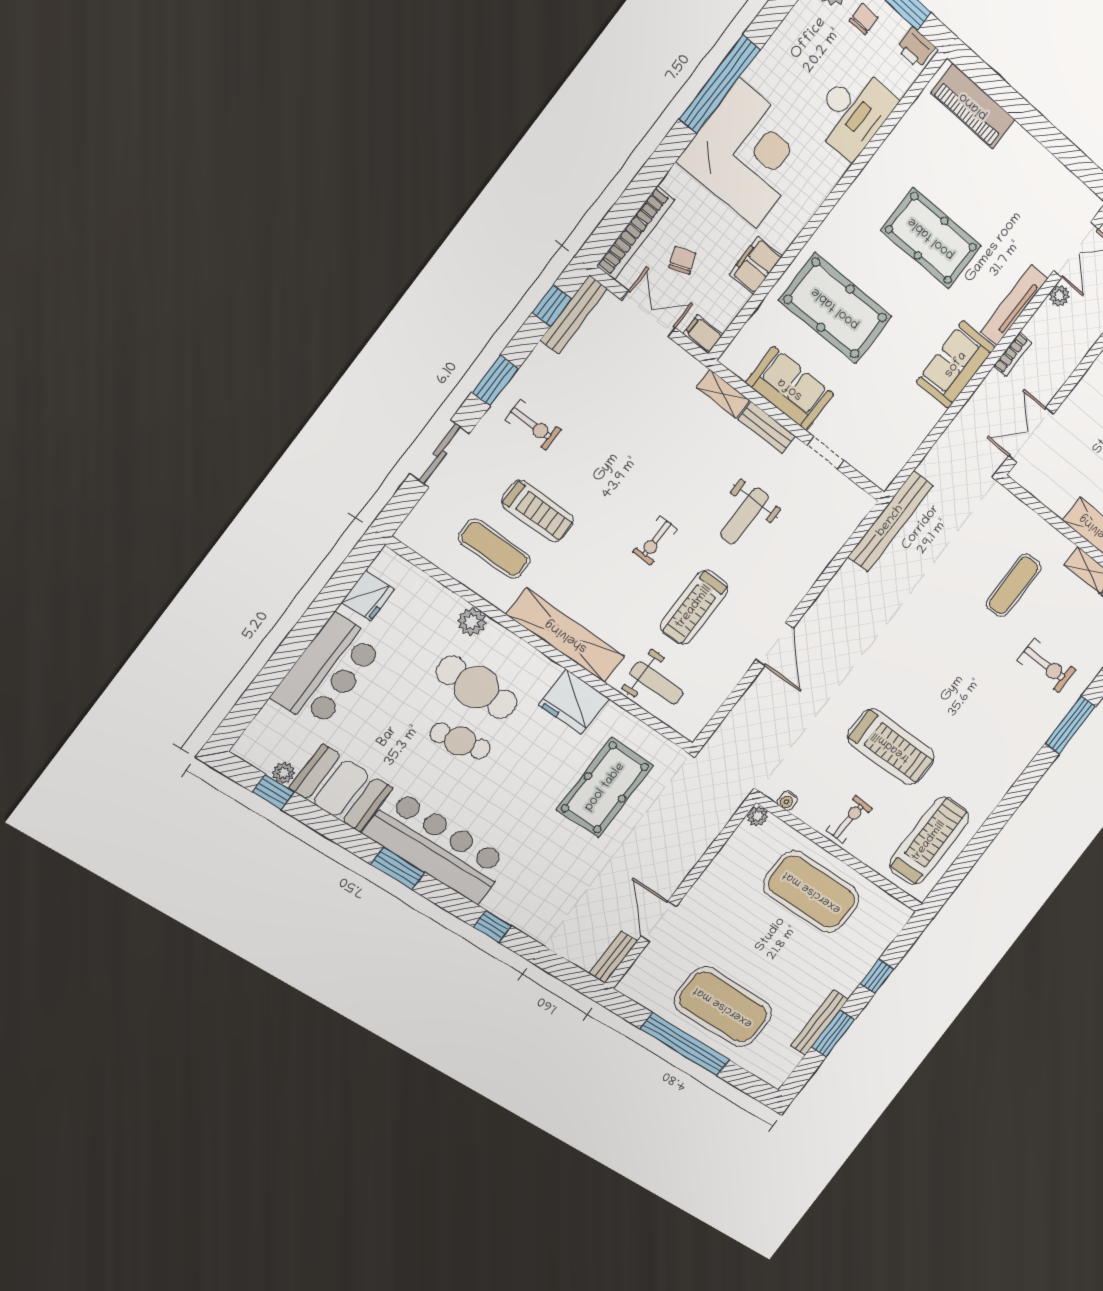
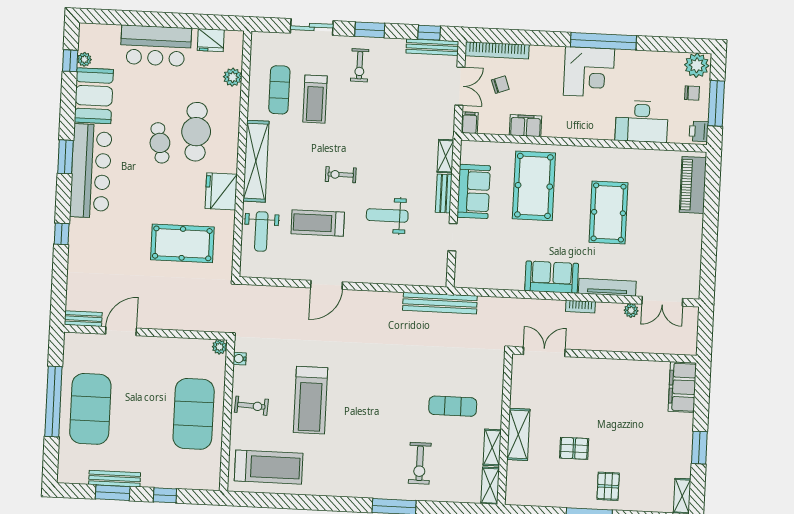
corner desk: (748, 153) -> (589, 72), width x0.74, depth x0.74
plant: (472, 622) -> (233, 77), moved

